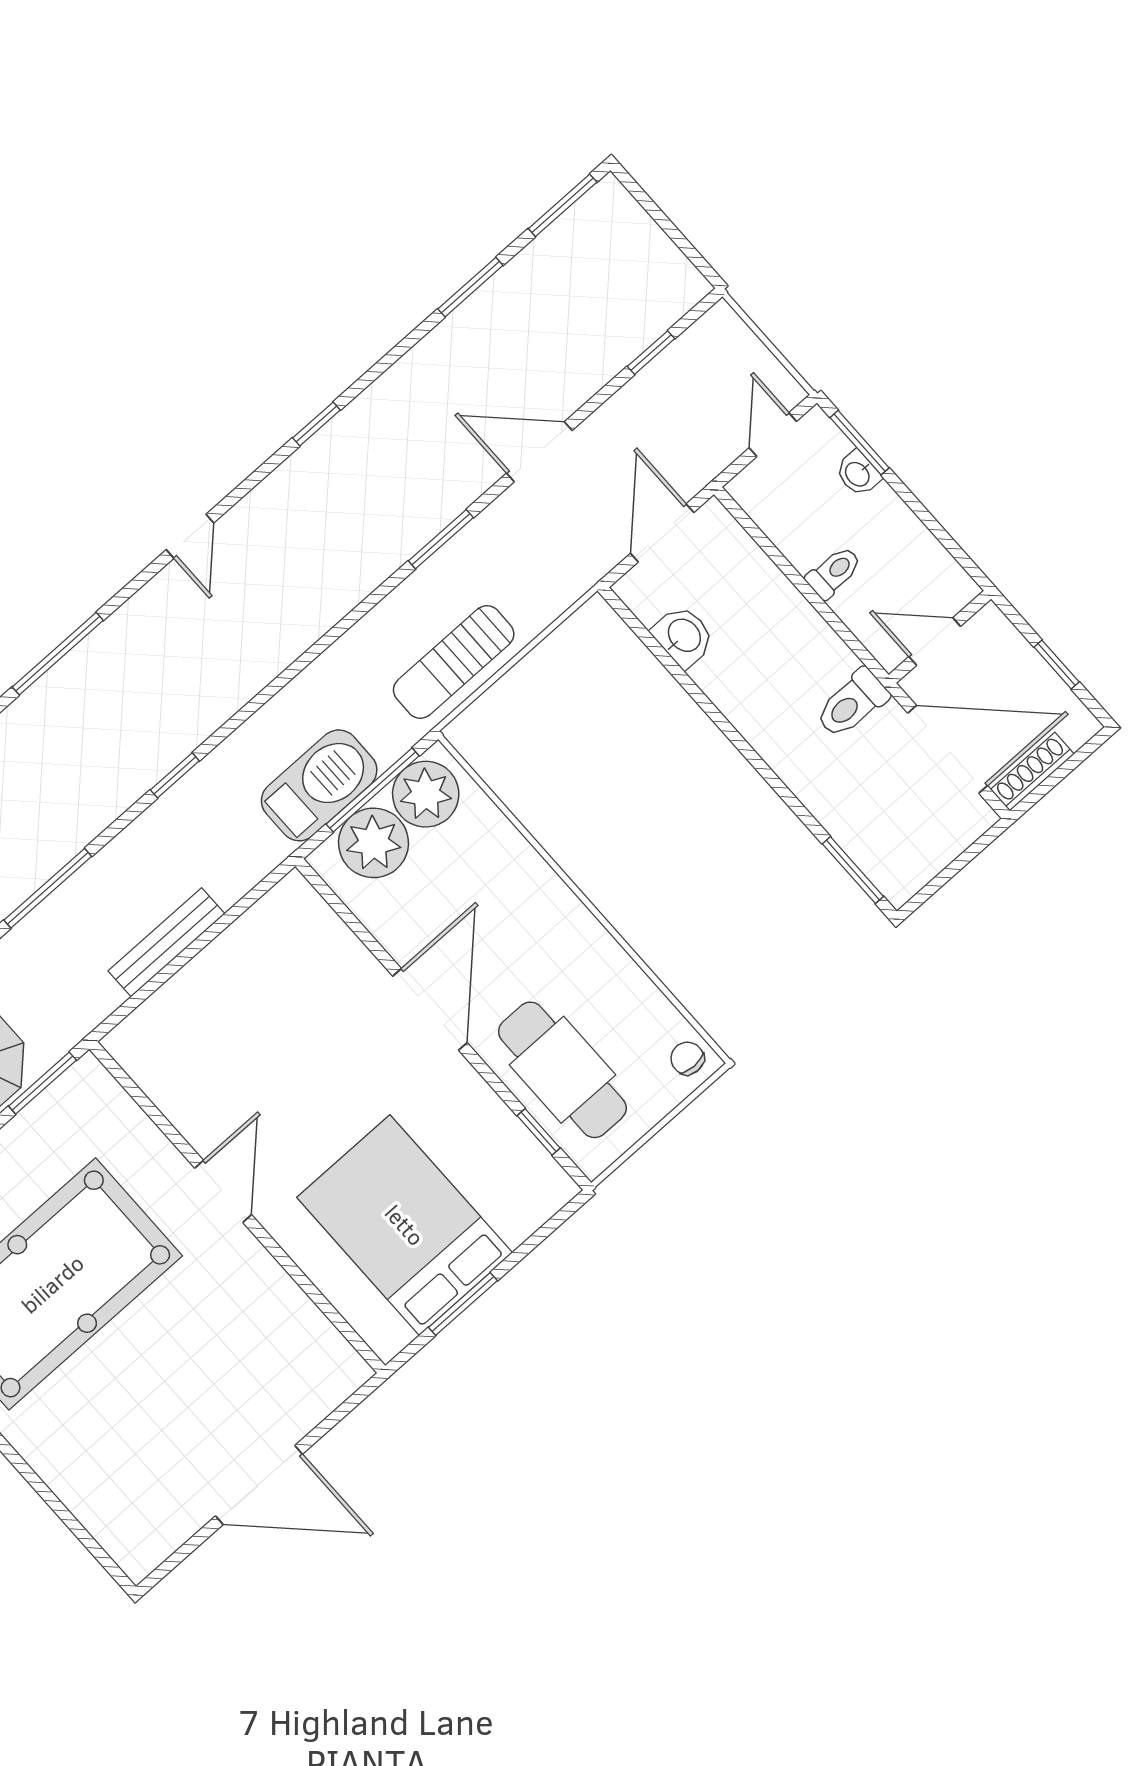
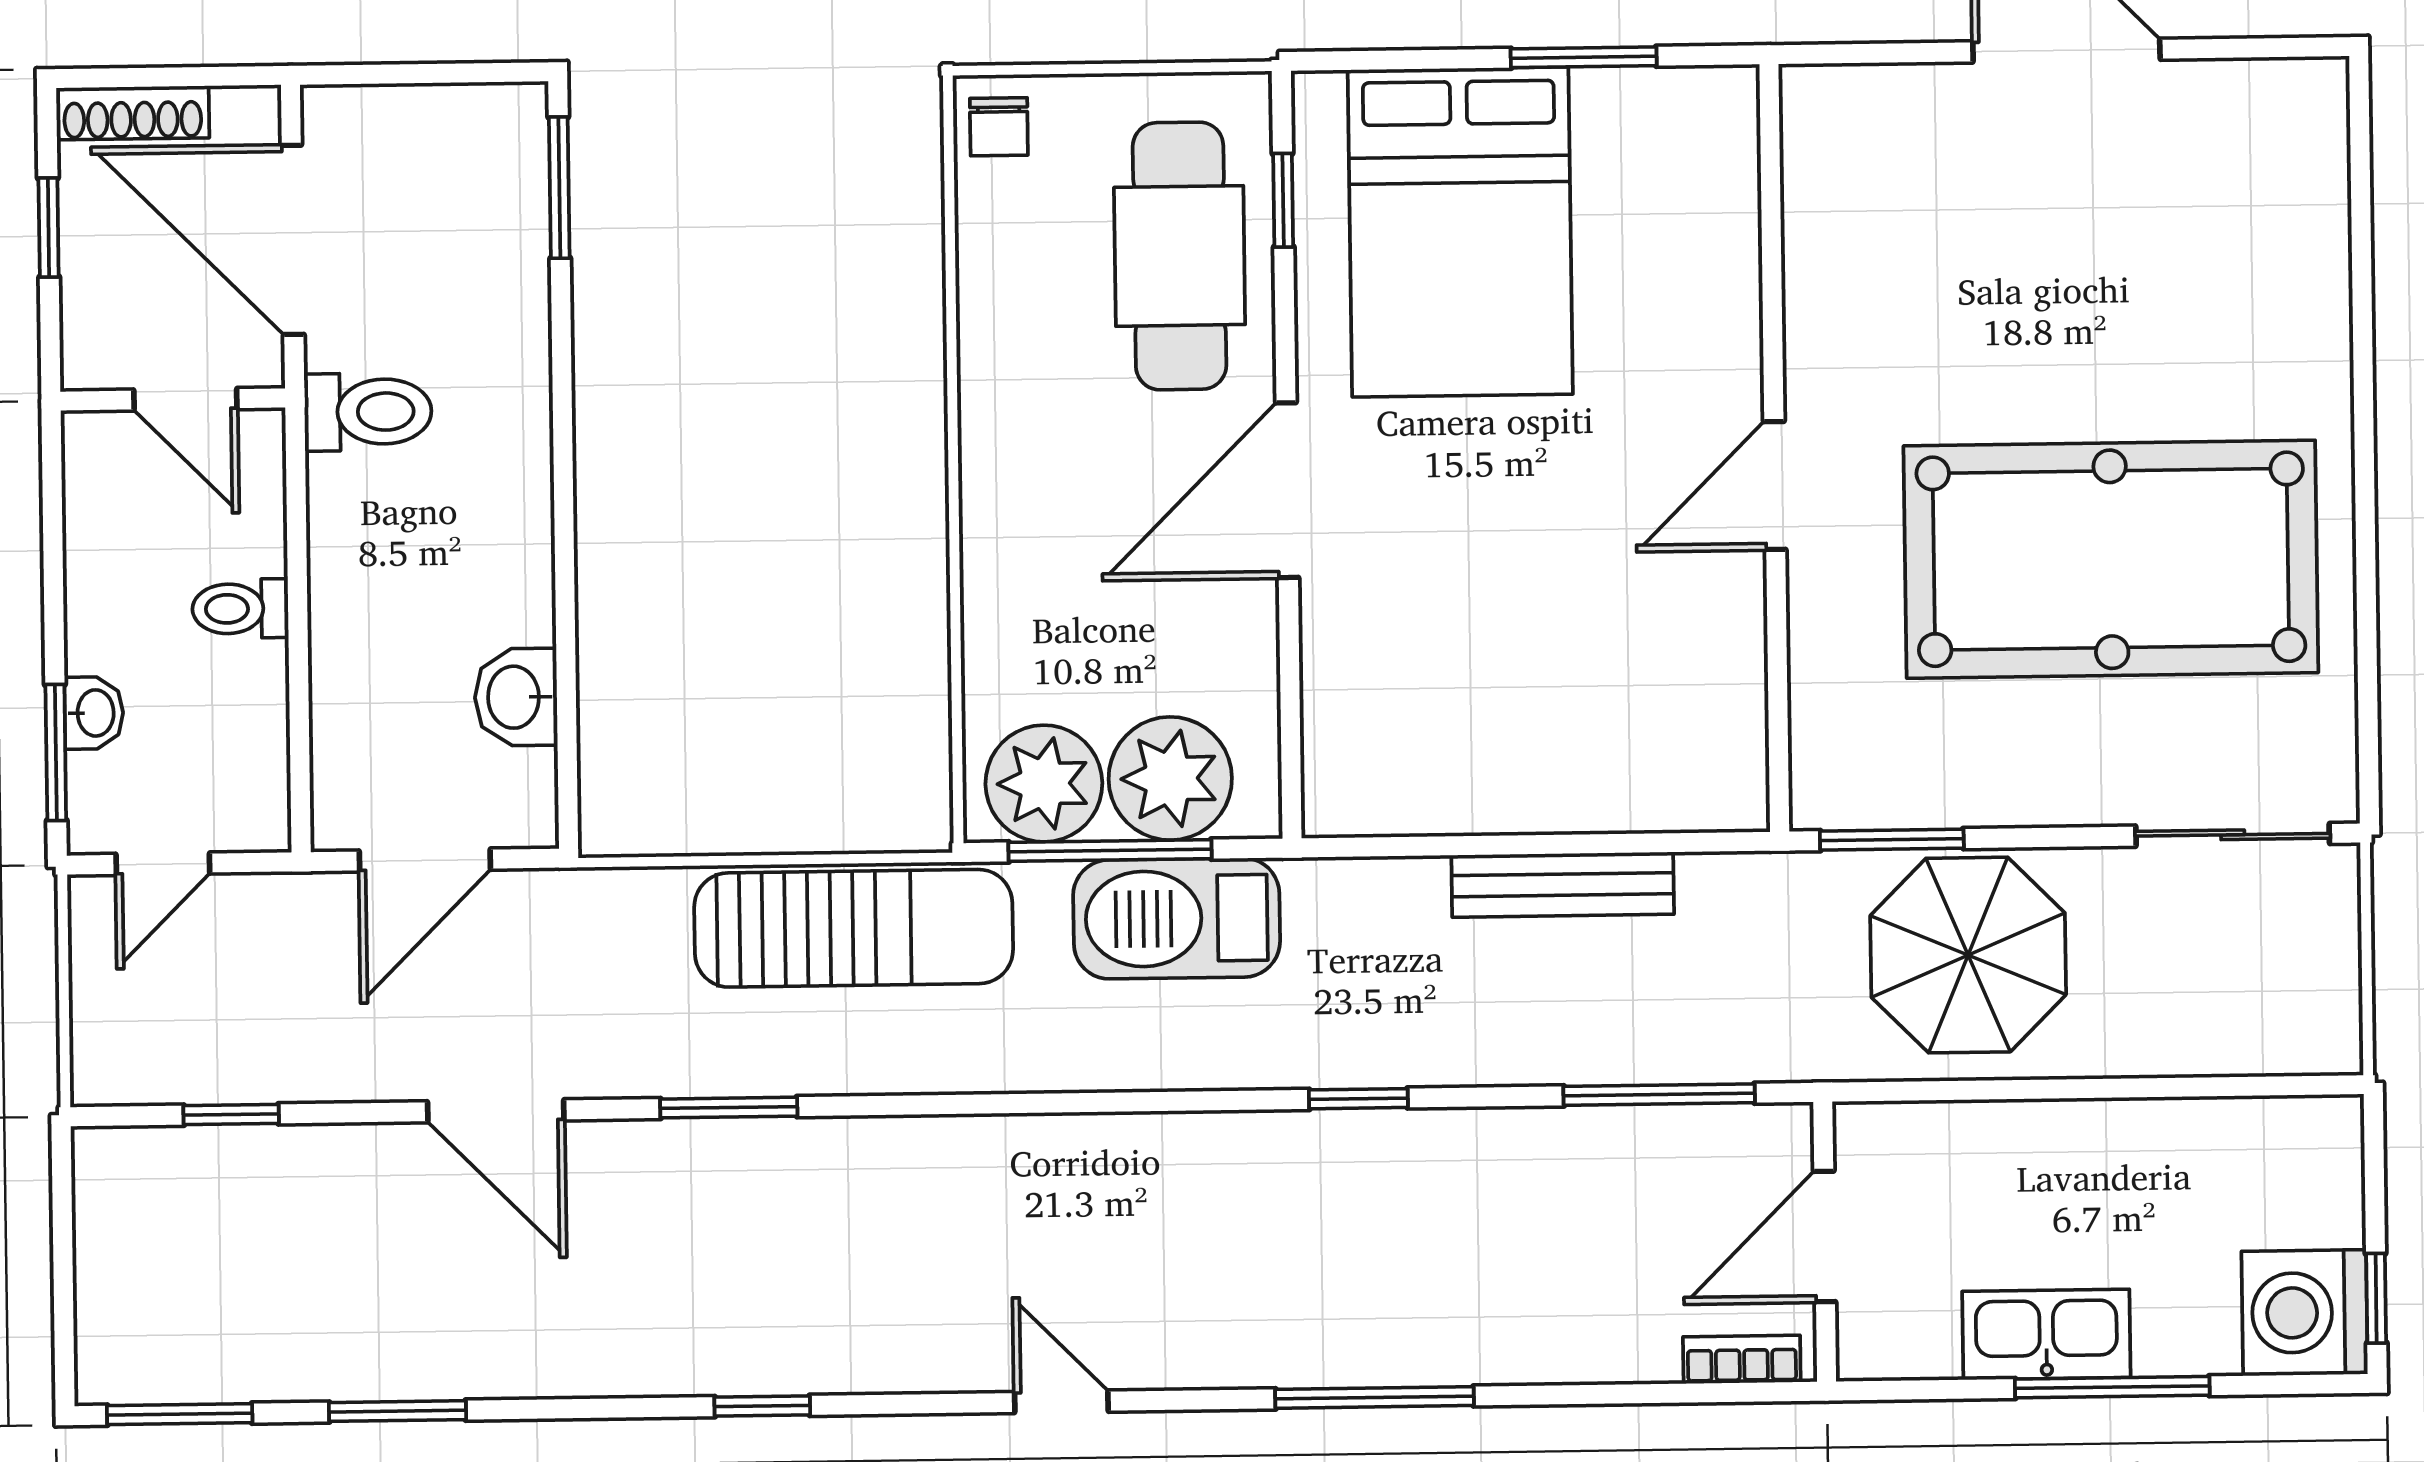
door: (190, 536) -> (1061, 1402), hinge flipped
sun lounger: (454, 662) -> (854, 928), width x1.36, depth x1.34
shoe rack: (1032, 772) -> (133, 113), moved
bed: (405, 1225) -> (1460, 232), moved

